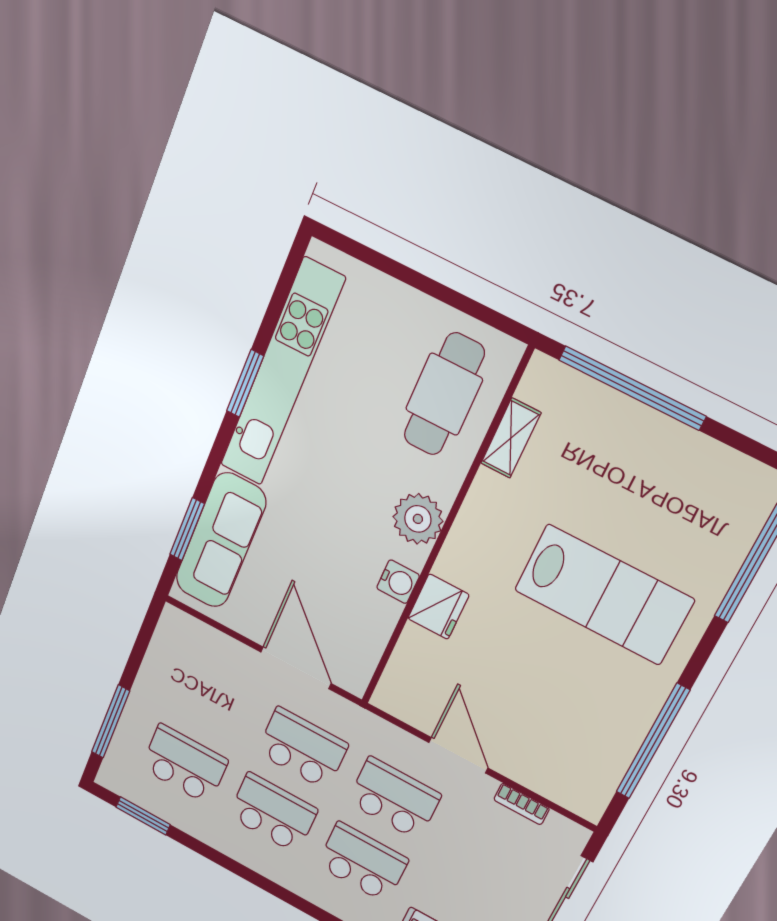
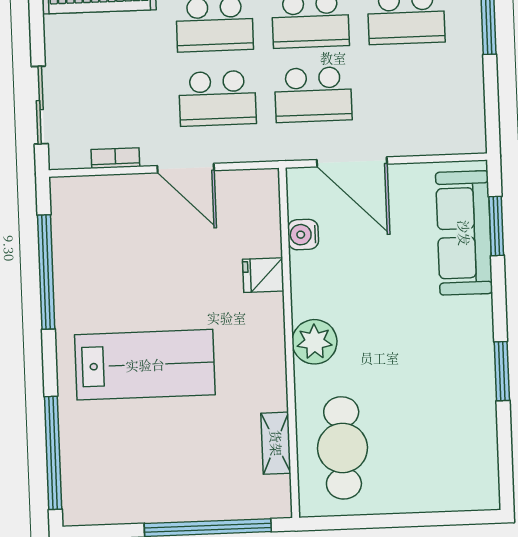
kitchen unit: (282, 373) -> (476, 395), removed
water cooler: (398, 582) -> (303, 235), moved
lab bench: (604, 595) -> (145, 365), turned 180
fridge: (438, 607) -> (263, 275), width x0.72

